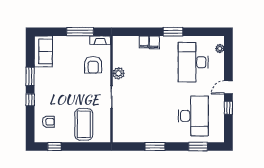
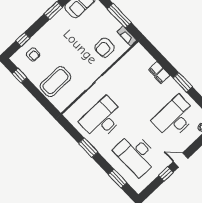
plant: (119, 73) -> (116, 72), removed
window: (30, 100) -> (23, 39), moved
desk: (144, 116) -> (102, 119), added
desk: (193, 116) -> (136, 154), turned 90

